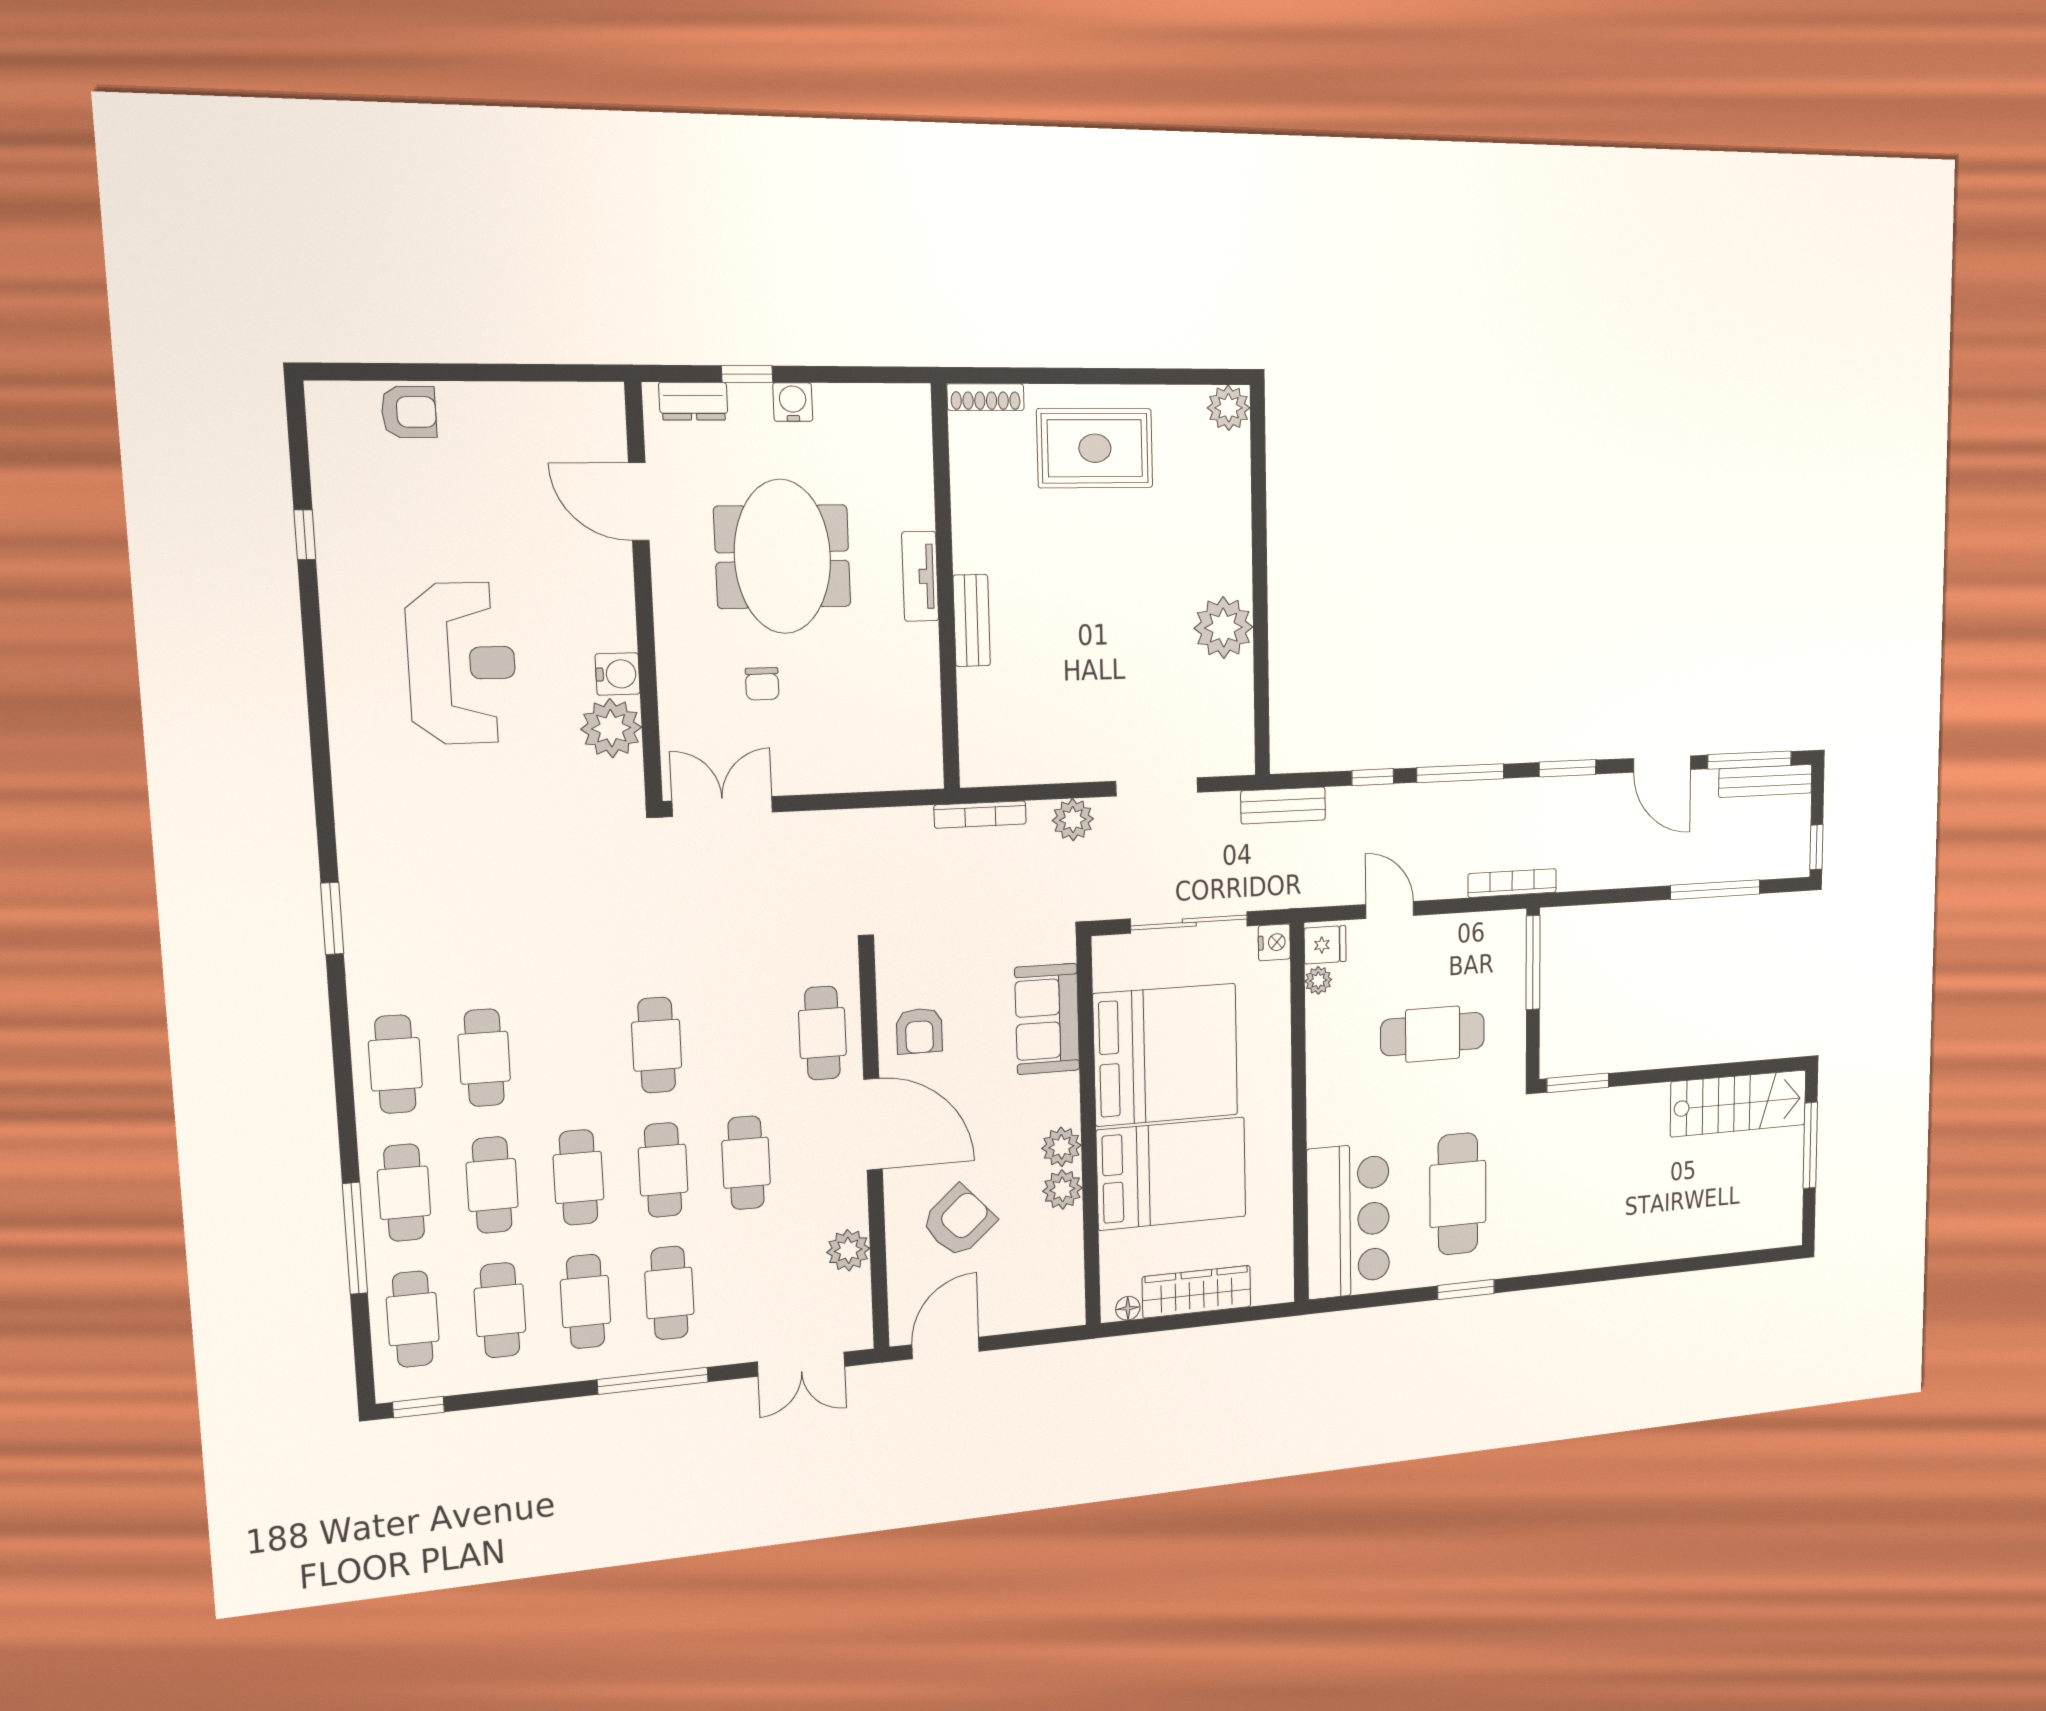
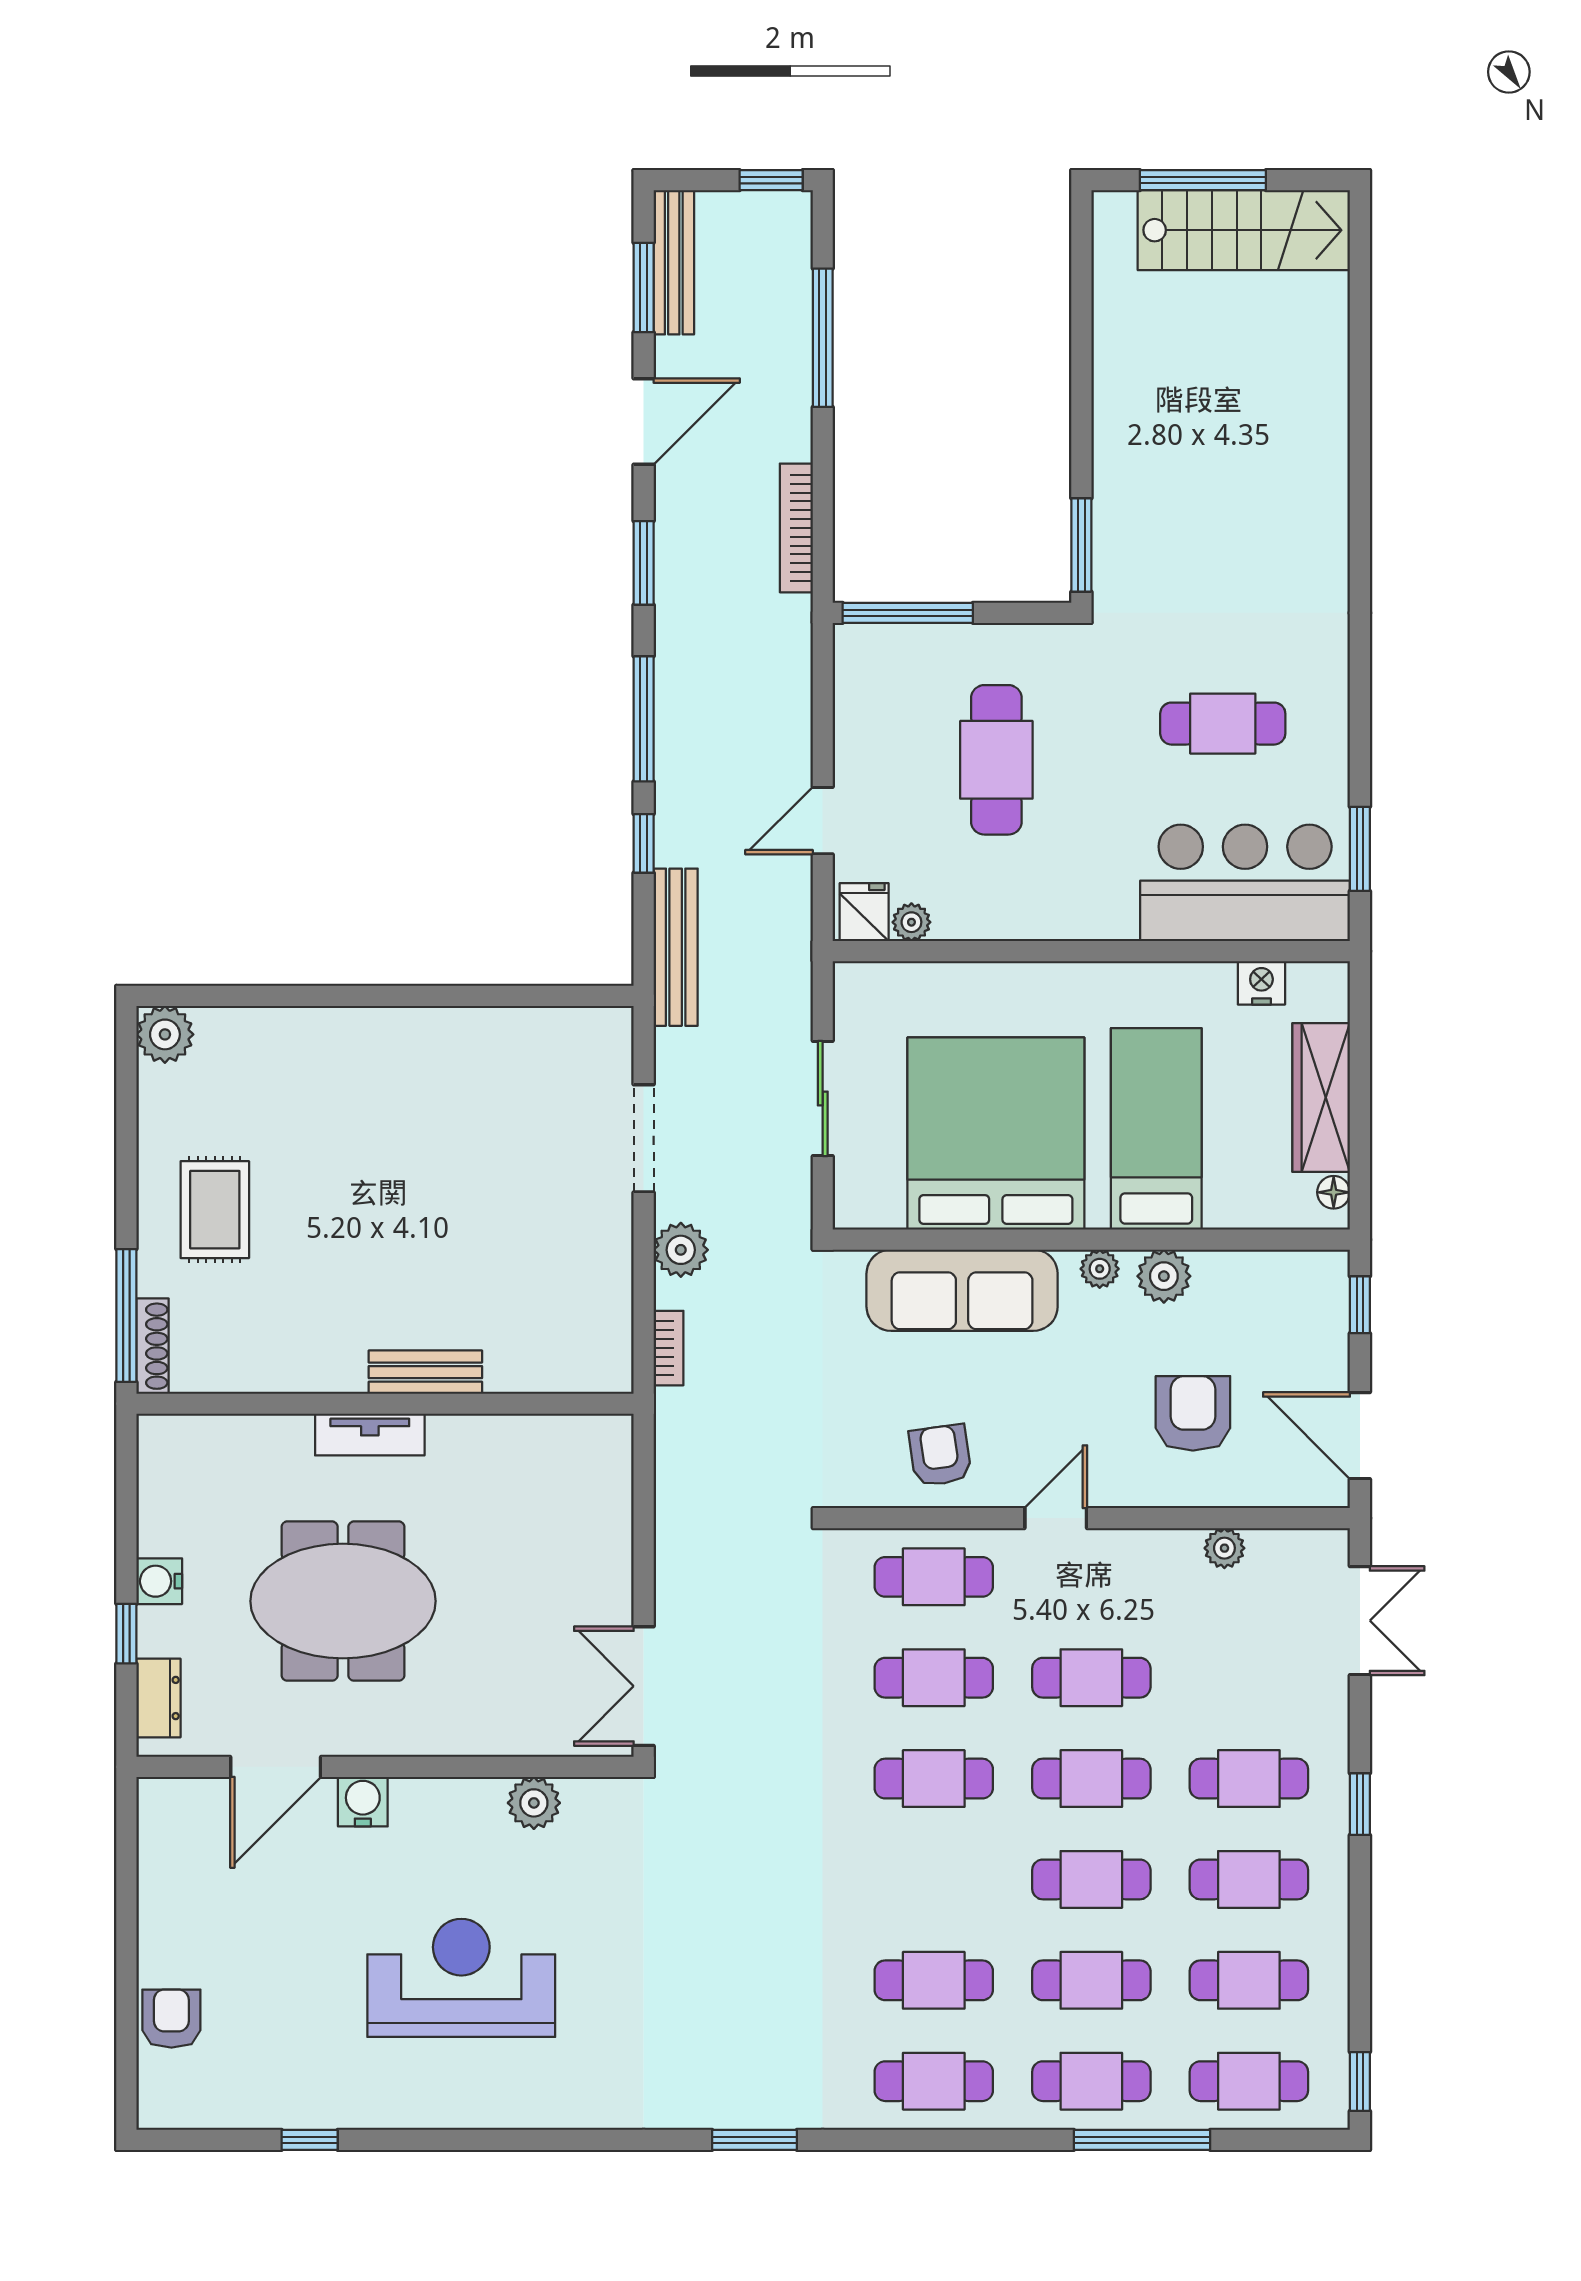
window: (1010, 376) -> (126, 1315), added
rug: (1095, 448) -> (215, 1210), width x0.73, depth x0.70
plant: (1223, 628) -> (442, 1046), removed
water cooler: (618, 674) -> (363, 1802), moved
chair: (762, 684) -> (496, 1632), removed
plant: (611, 728) -> (534, 1803), width x0.73, depth x0.73
window: (1750, 760) -> (644, 287), width x0.69
bench: (1283, 805) -> (676, 947), width x1.36
bookcase: (980, 815) -> (669, 1348), width x0.64
bookcase: (1512, 883) -> (796, 528), moved
sliding door: (1189, 922) -> (823, 1098), width x0.73
nightstand: (1274, 942) -> (1261, 983), moved
sofa: (1047, 1019) -> (962, 1290), width x1.36
armchair: (919, 1031) -> (940, 1455), turned -98
cafe table: (740, 1039) -> (934, 1678), added
stairs: (1738, 1103) -> (1244, 230), moved, turned 90
door: (873, 1124) -> (1056, 1518), width x0.53
plant: (1061, 1147) -> (1100, 1269), width x0.73, depth x0.73
bed: (1172, 1174) -> (1156, 1129), width x0.67
cafe table: (1458, 1194) -> (1223, 724), width x0.73, depth x0.74
armchair: (959, 1221) -> (1193, 1413), turned 42
plant: (848, 1250) -> (1224, 1548), width x0.73, depth x0.73
window: (1466, 1290) -> (1360, 849), moved
window: (1045, 1337) -> (1360, 1305), added
window: (653, 1381) -> (1360, 1804), width x0.46

